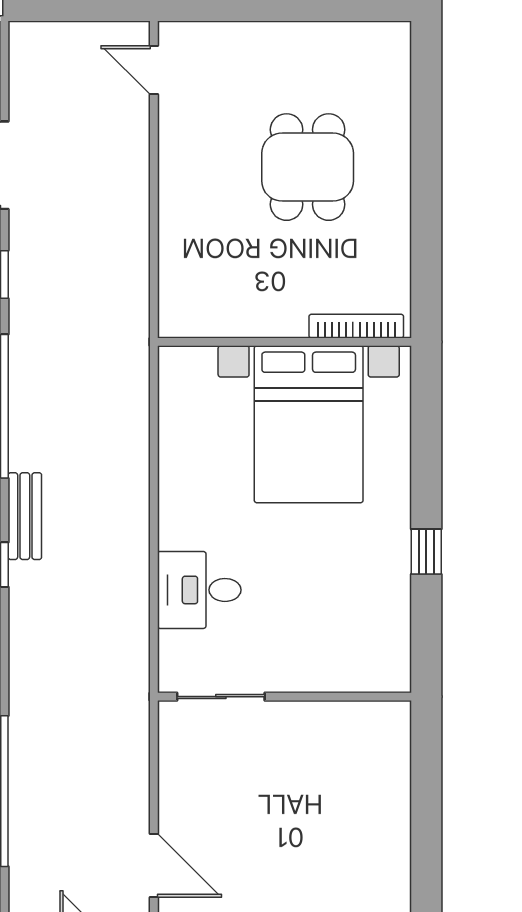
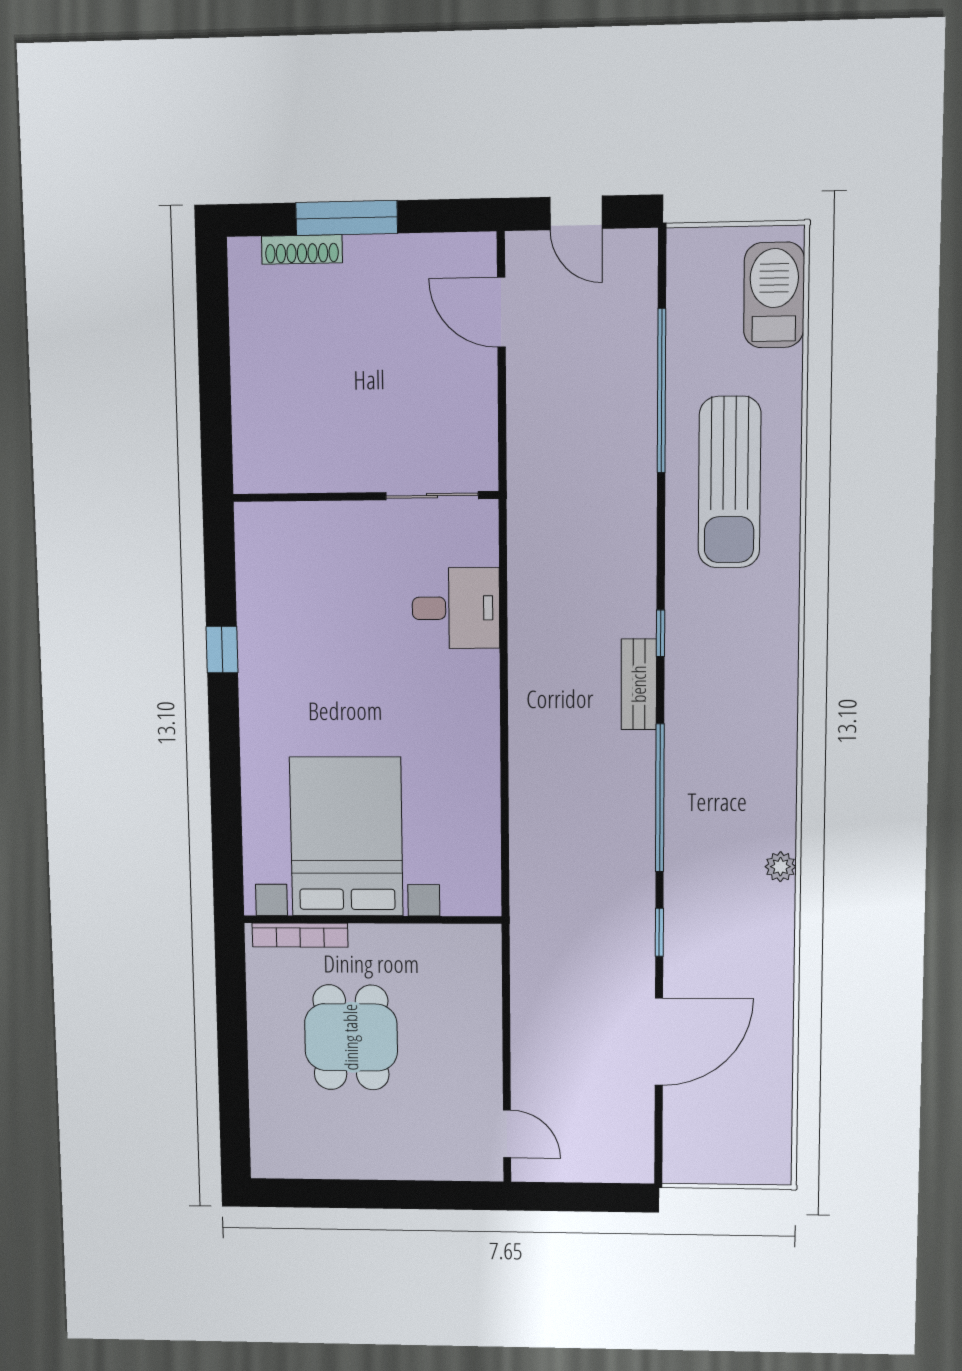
bookcase: (356, 326) -> (300, 935), moved
wall: (284, 342) -> (372, 920), moved
bed with nightstands: (309, 424) -> (346, 837), moved

